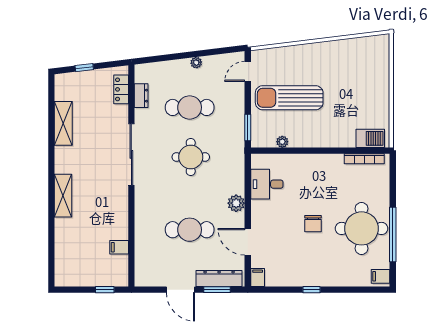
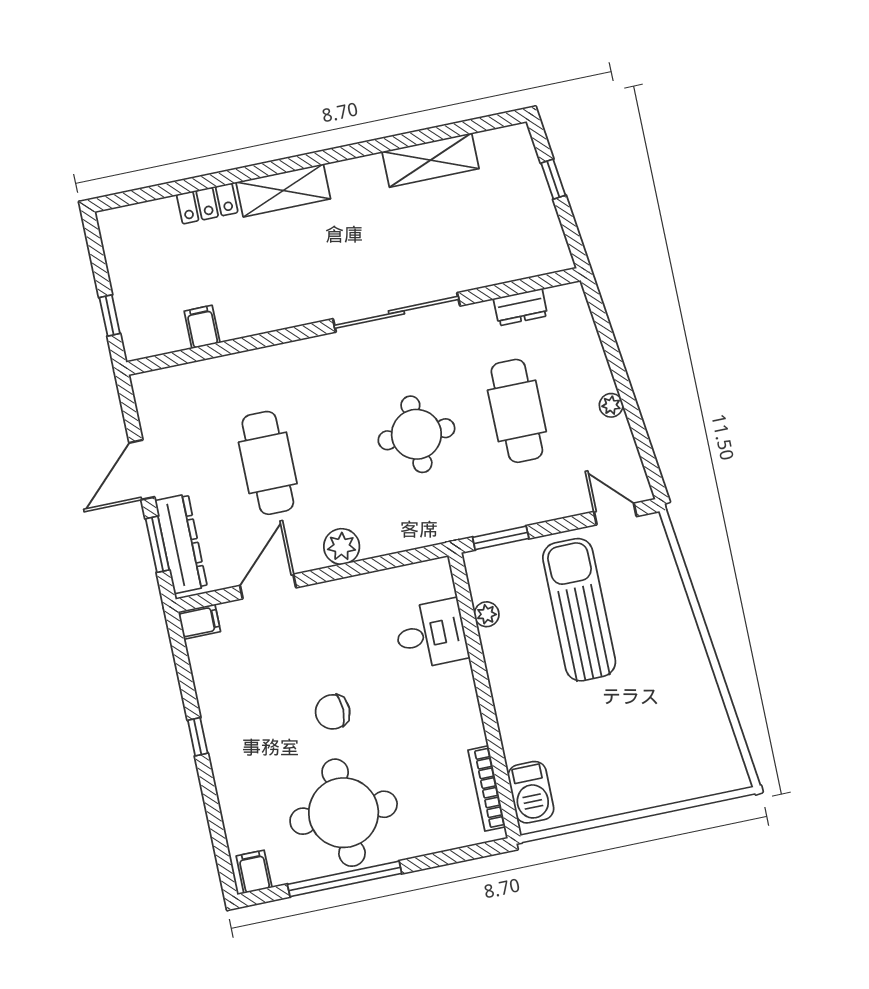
locker: (121, 89) -> (207, 204), moved, turned 180
desk: (267, 184) -> (431, 634), moved, turned 90

